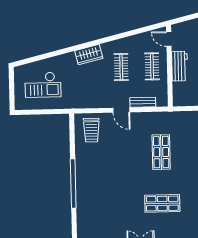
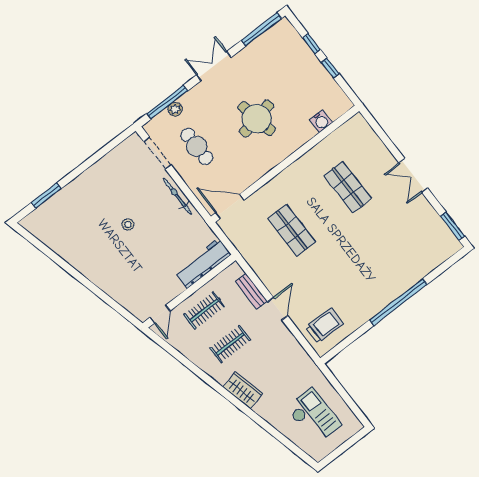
workbench: (180, 66) -> (203, 263), moved, width x1.38
shop shelf: (161, 152) -> (292, 230), turned 90

